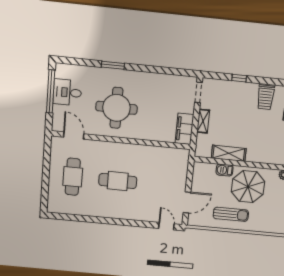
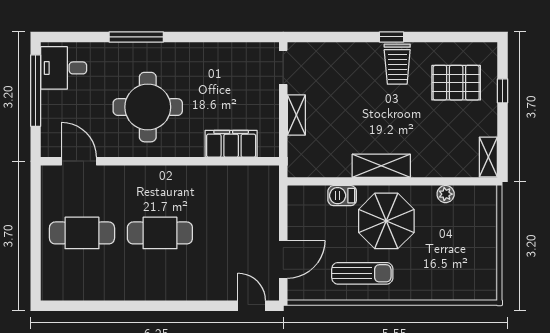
window: (113, 65) -> (136, 37), width x1.44
window: (239, 78) -> (392, 37), moved
desk: (67, 92) -> (64, 68), moved
filing cabinet: (184, 129) -> (231, 144), moved, turned 90
shelving: (229, 153) -> (381, 166), moved
cafe table: (73, 177) -> (82, 233), turned 90

